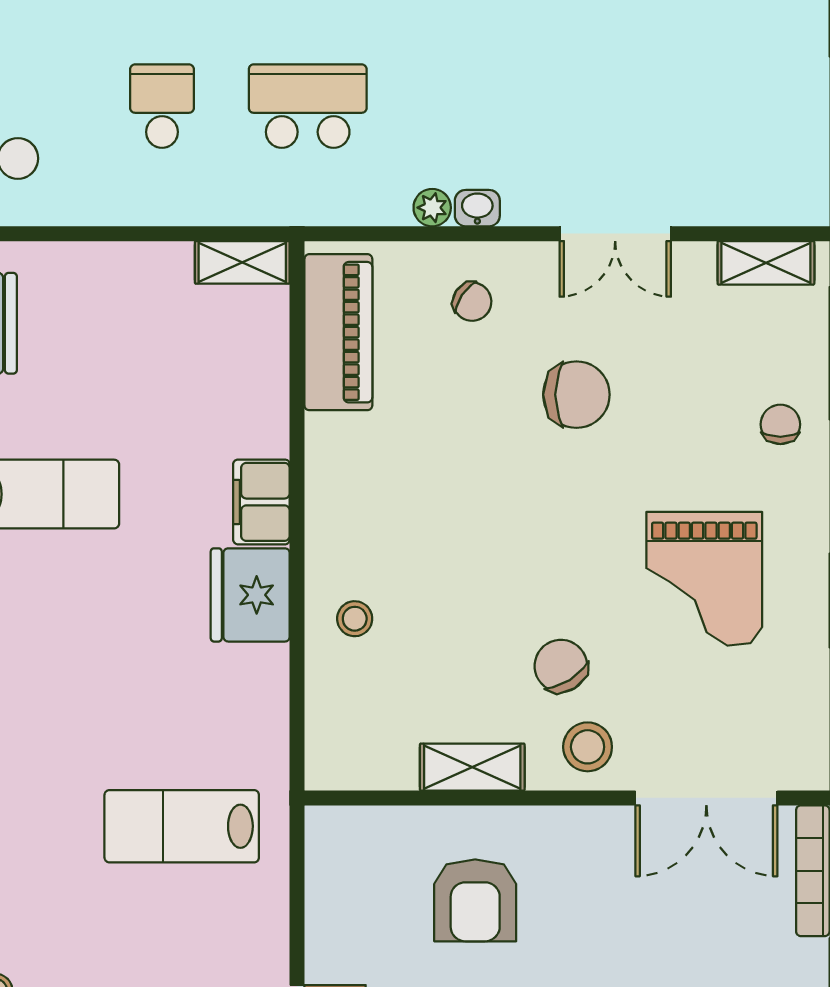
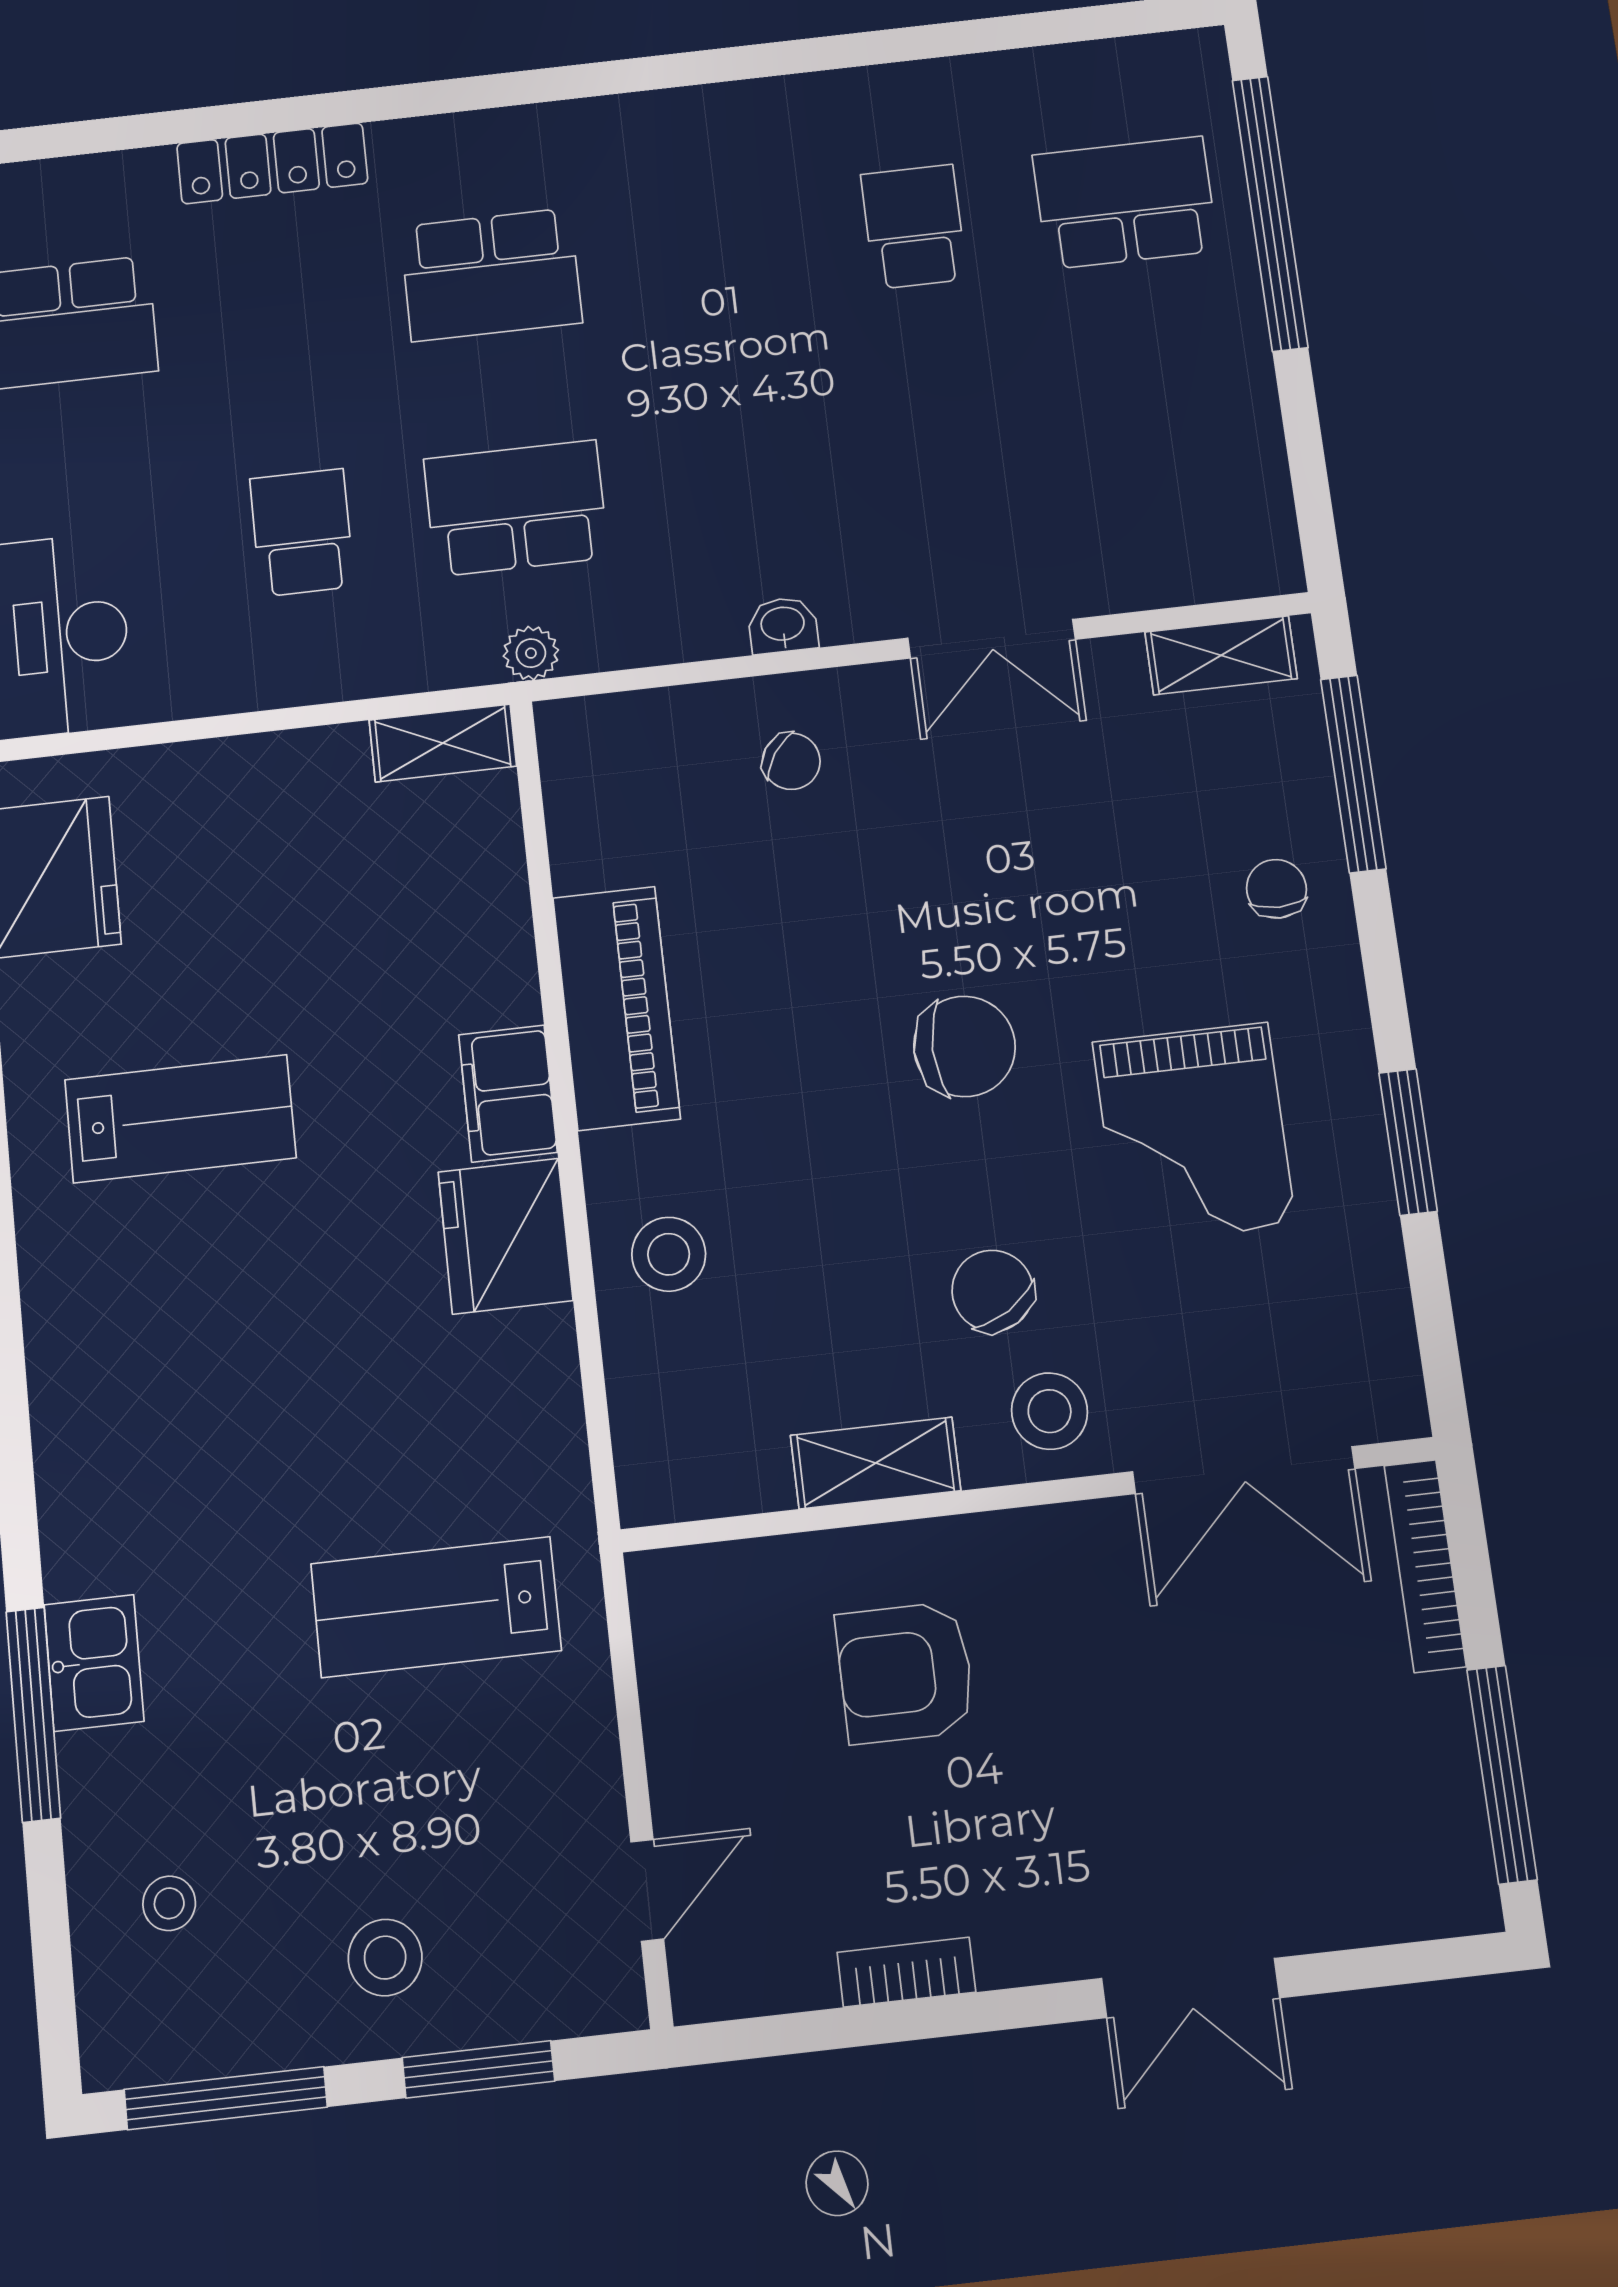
plant: (432, 208) -> (531, 653), moved
piano: (338, 332) -> (616, 1008), moved
chair: (576, 395) -> (964, 1046), moved
stool: (355, 619) -> (669, 1254), width x1.37, depth x1.37
armchair: (475, 900) -> (905, 1673), turned 90

